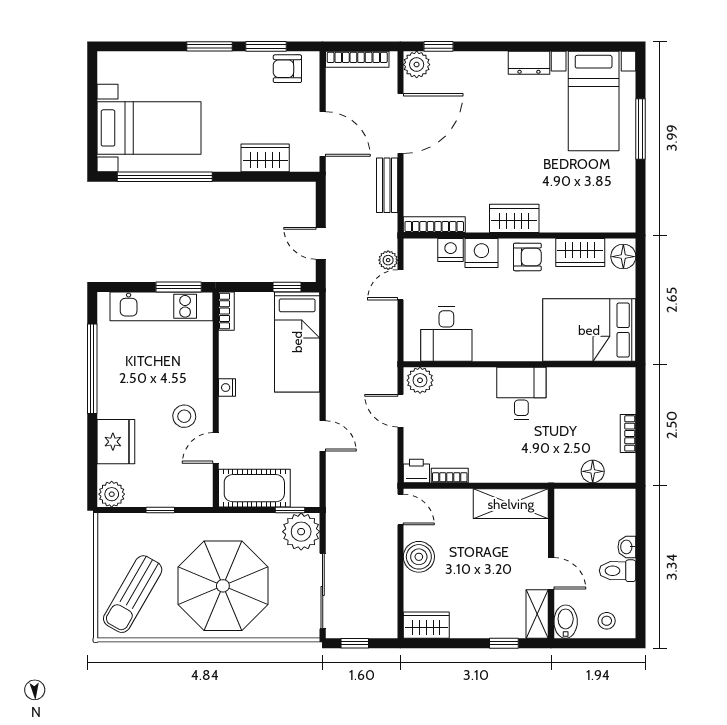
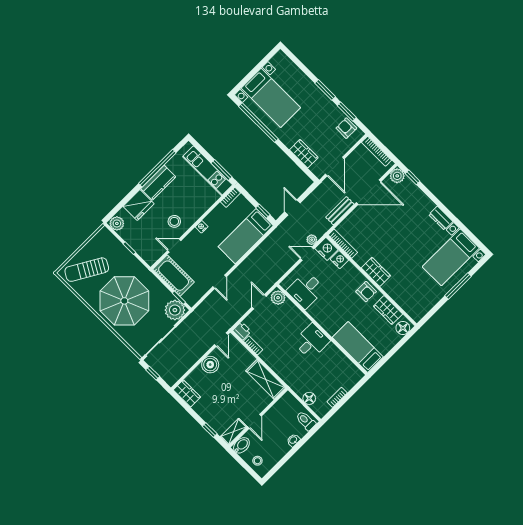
nightstand: (481, 253) -> (326, 249), moved
bed: (589, 330) -> (358, 347), width x0.67
kitchen counter: (113, 387) -> (158, 183), added
toilet: (618, 571) -> (306, 421), moved

